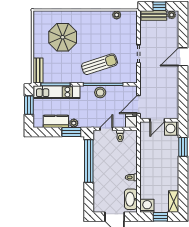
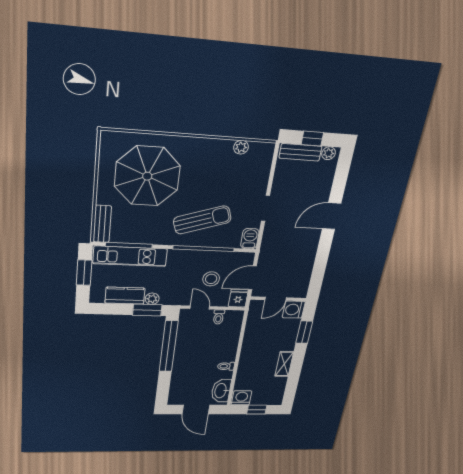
parasol: (63, 37) -> (147, 176), width x1.36, depth x1.36
barbecue: (132, 76) -> (250, 239), added
stool: (100, 93) -> (211, 279), moved
door: (106, 129) -> (200, 308), hinge flipped
shelving: (174, 201) -> (284, 364), moved

